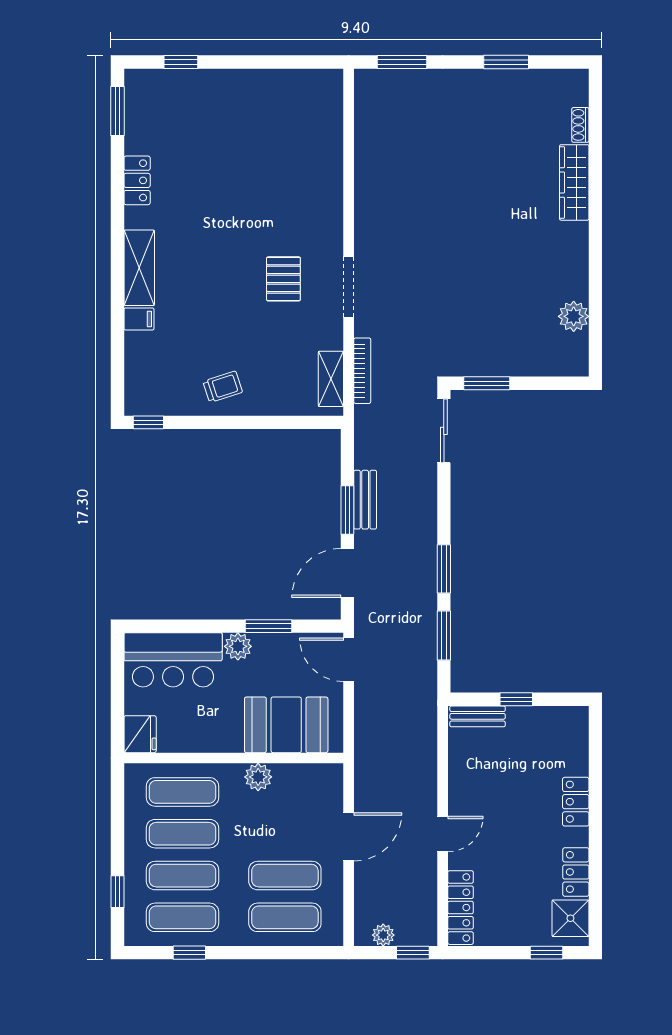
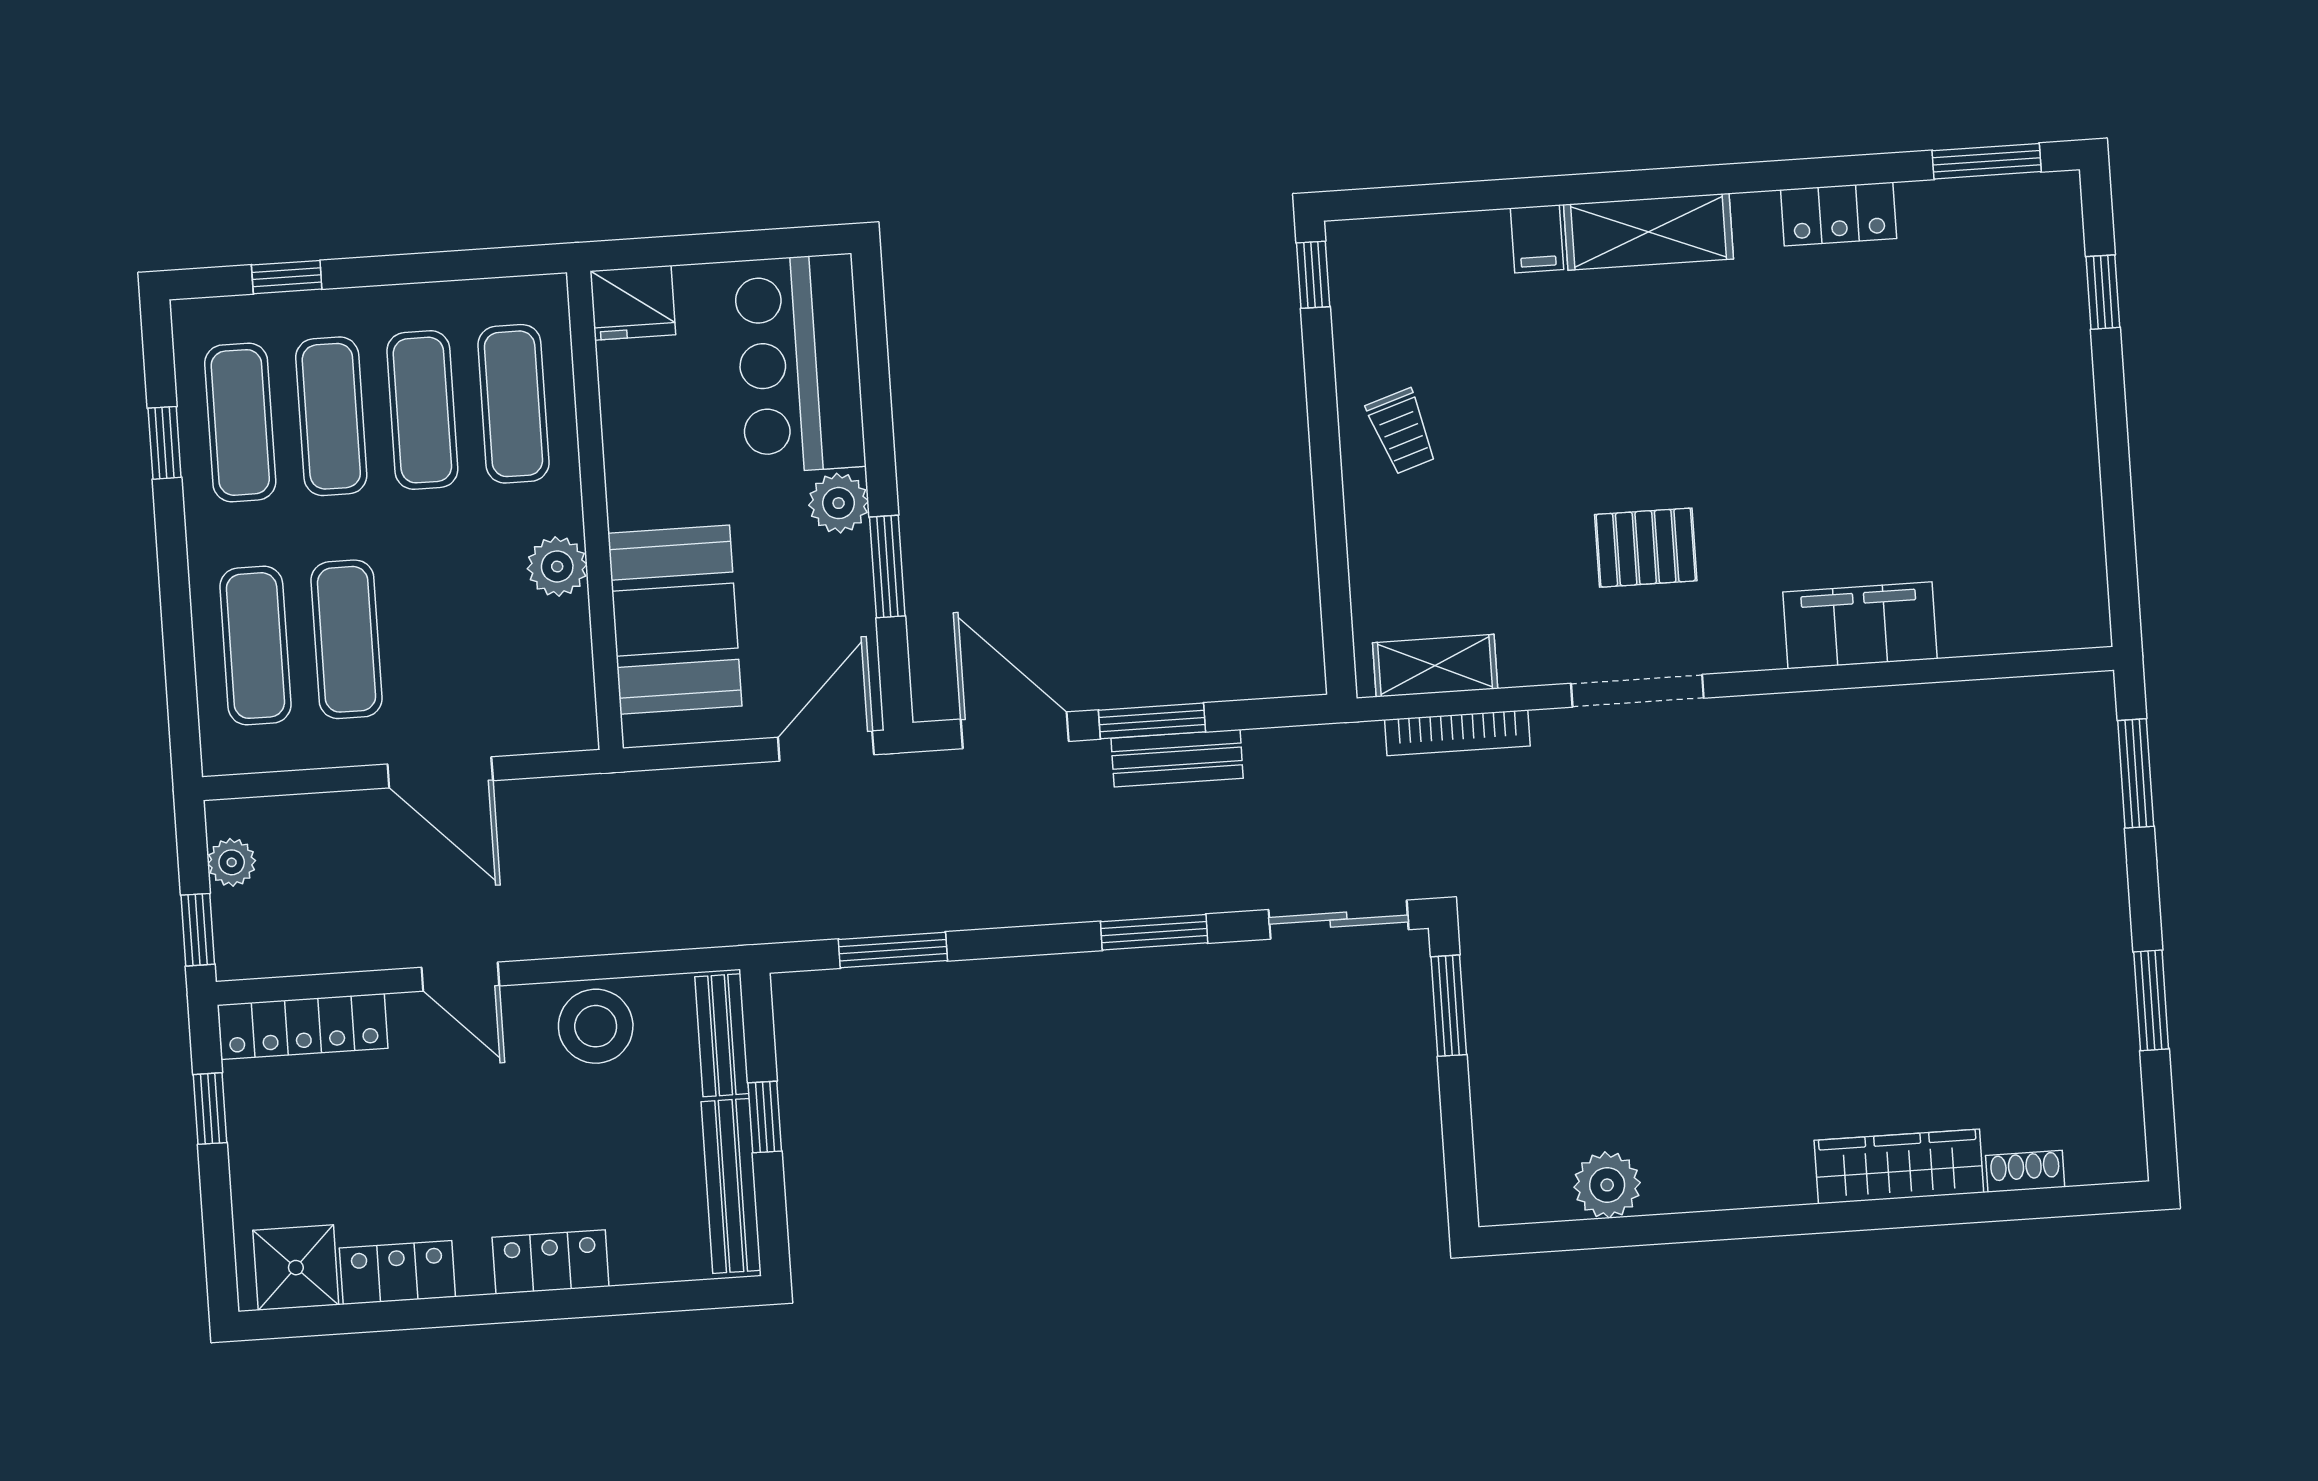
filing cabinet: (326, 183) -> (1860, 625), added
window: (444, 569) -> (1154, 932), moved
bench: (547, 717) -> (731, 1186), added
stool: (469, 774) -> (596, 1026), added
window: (547, 953) -> (210, 1109), moved

